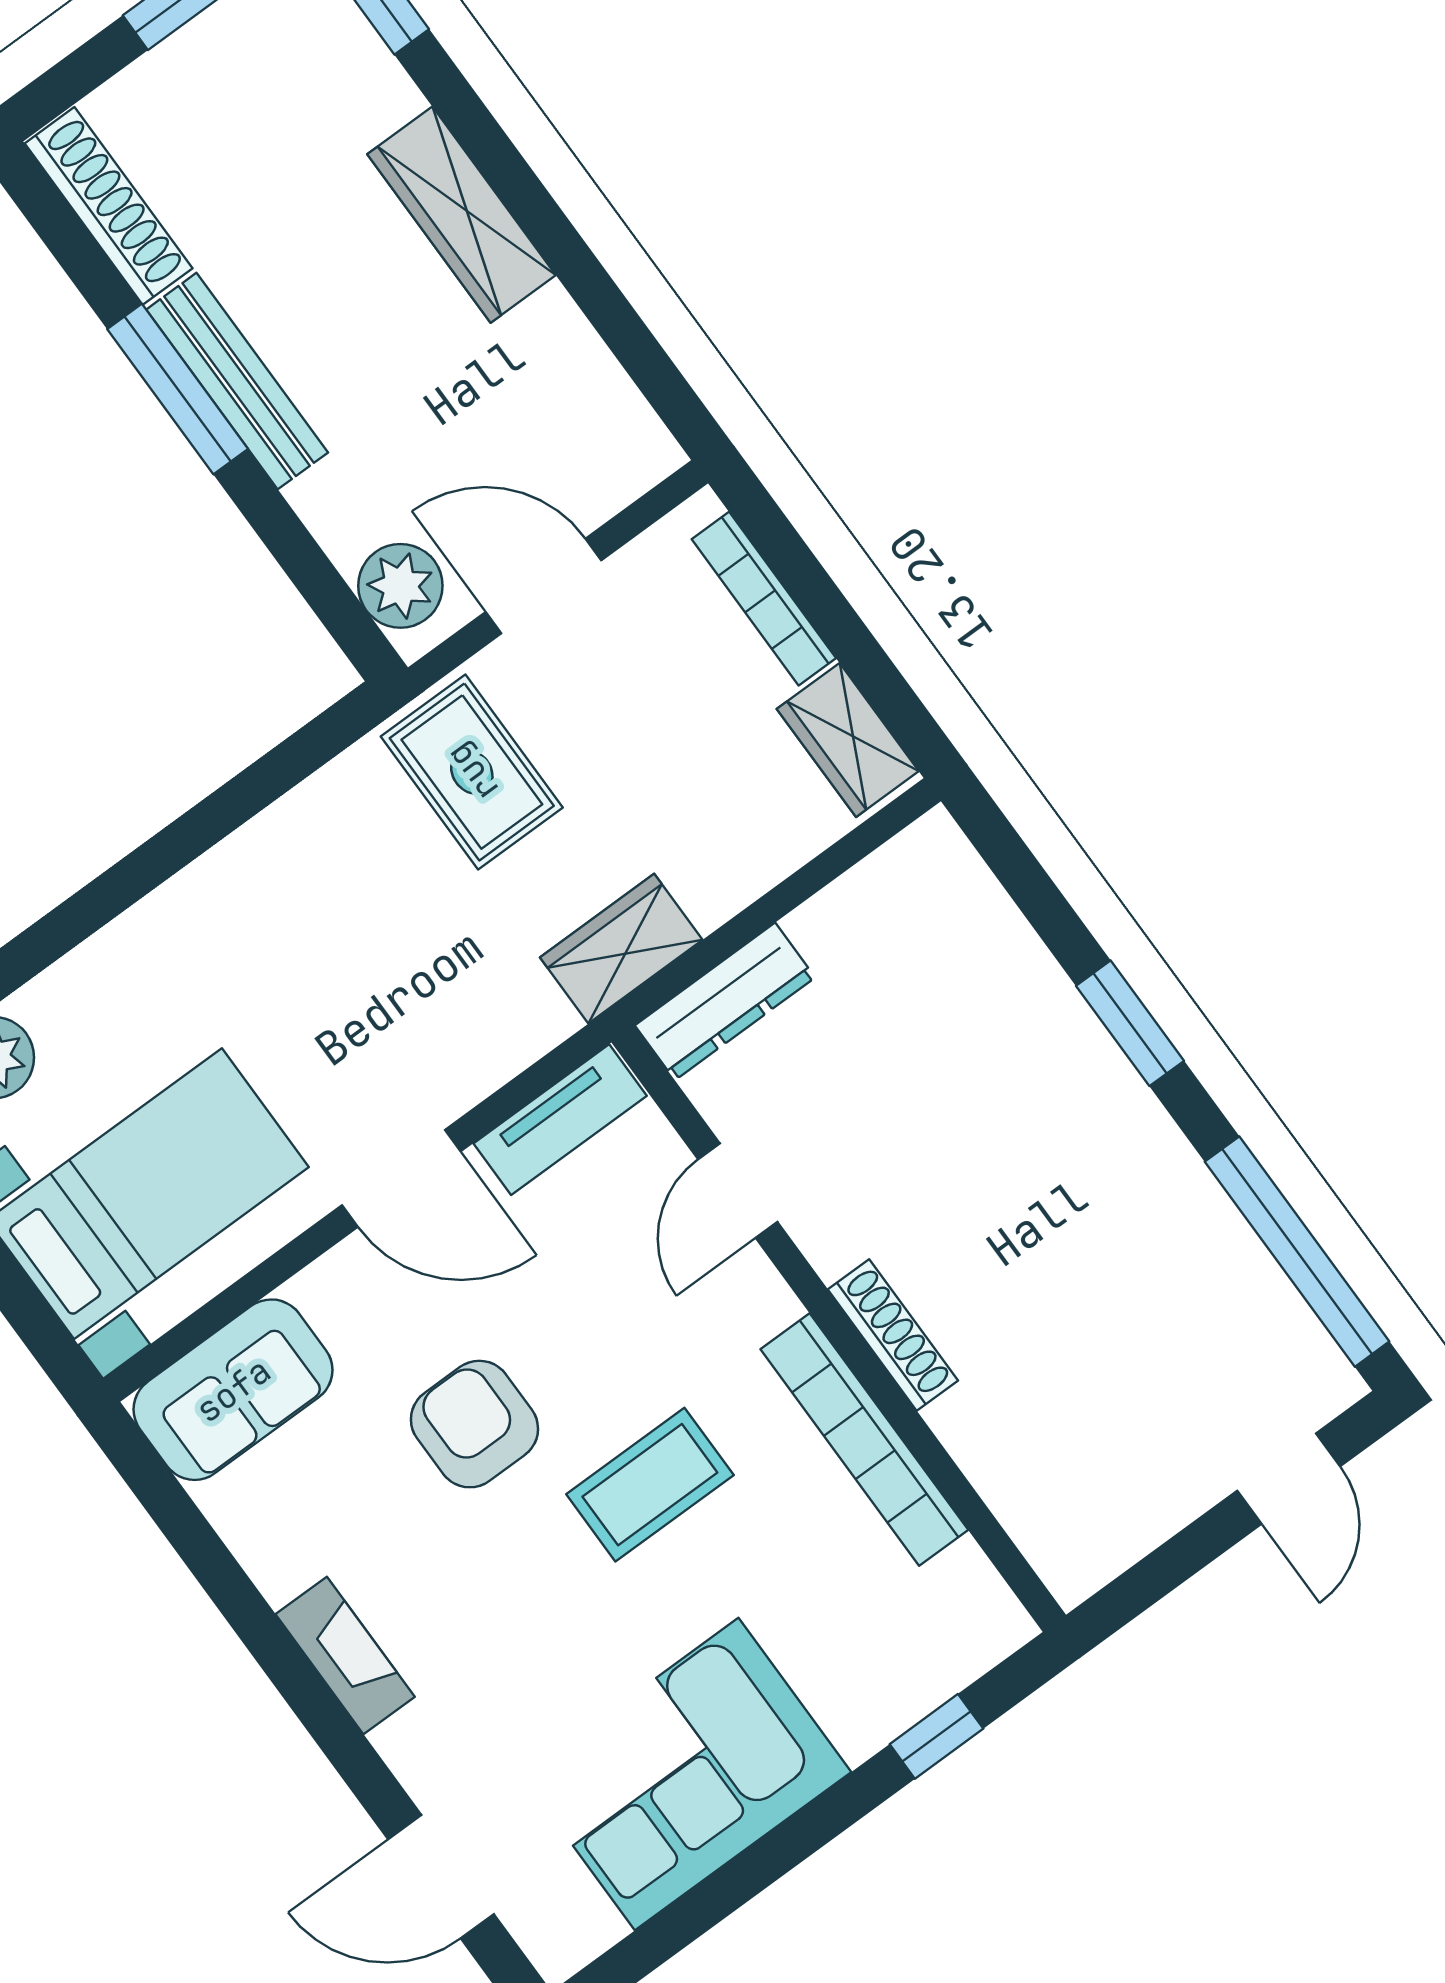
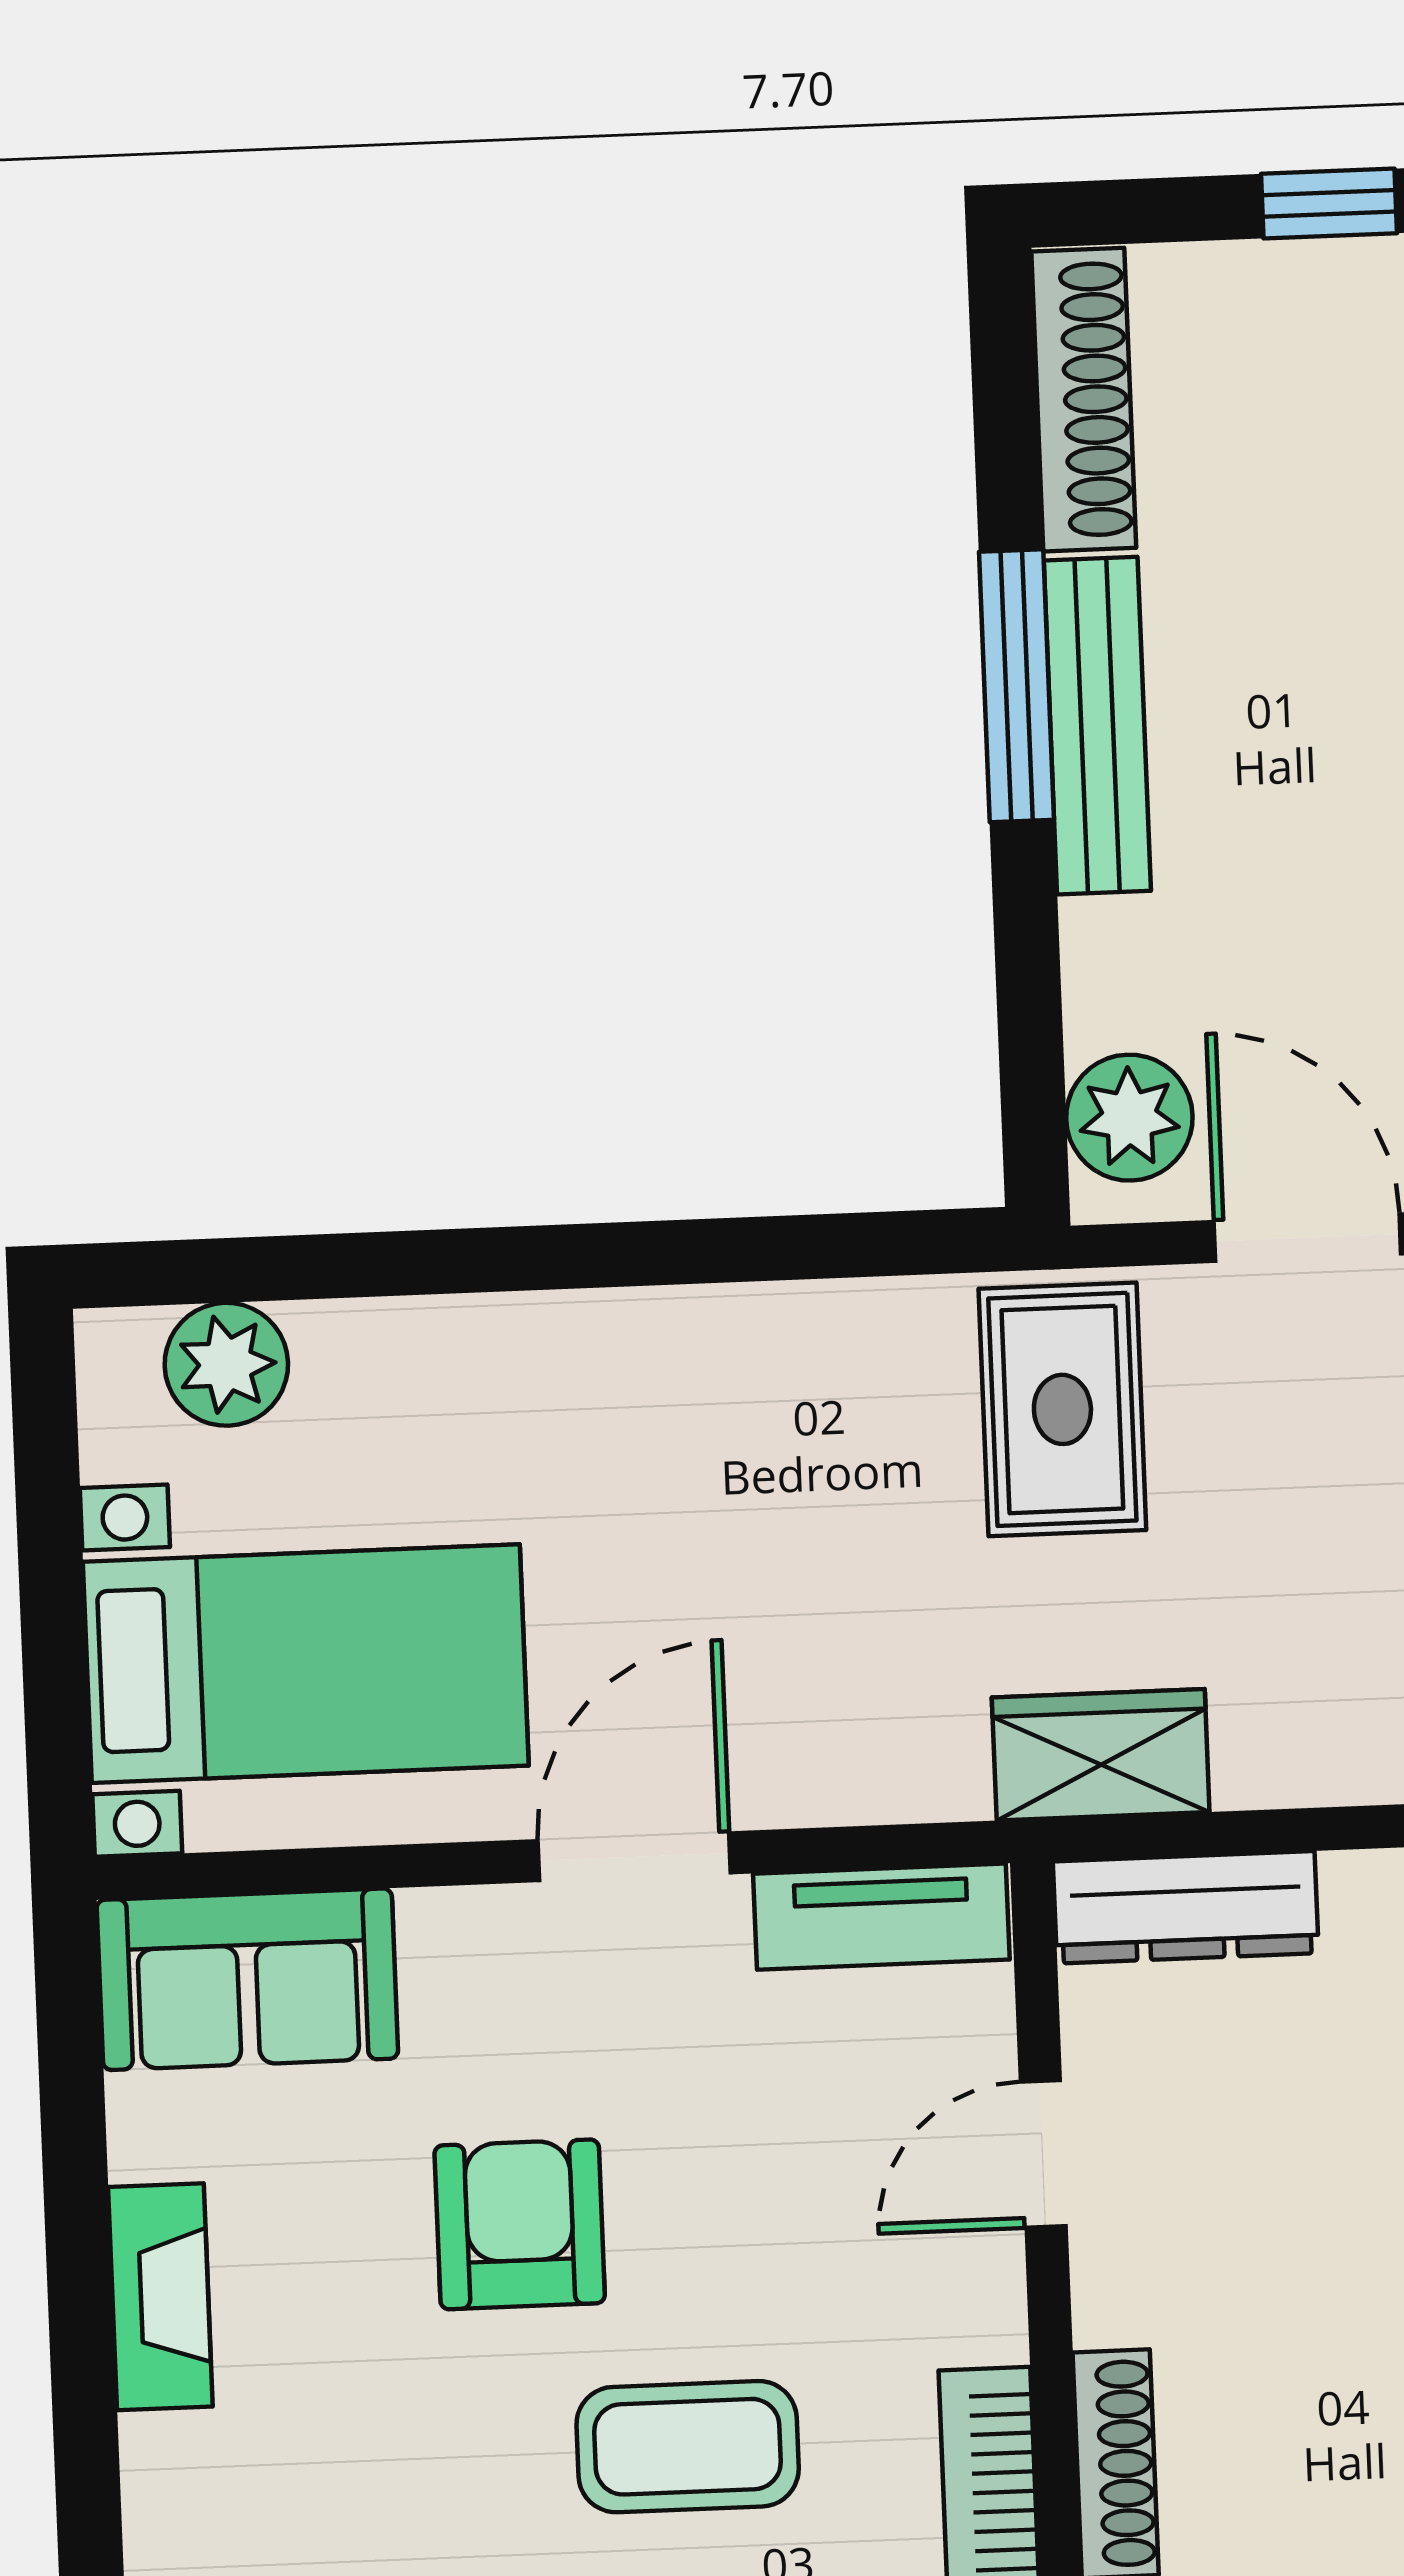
door: (401, 1178) -> (634, 1857), swing flipped
fireplace: (345, 1655) -> (160, 2297), moved

